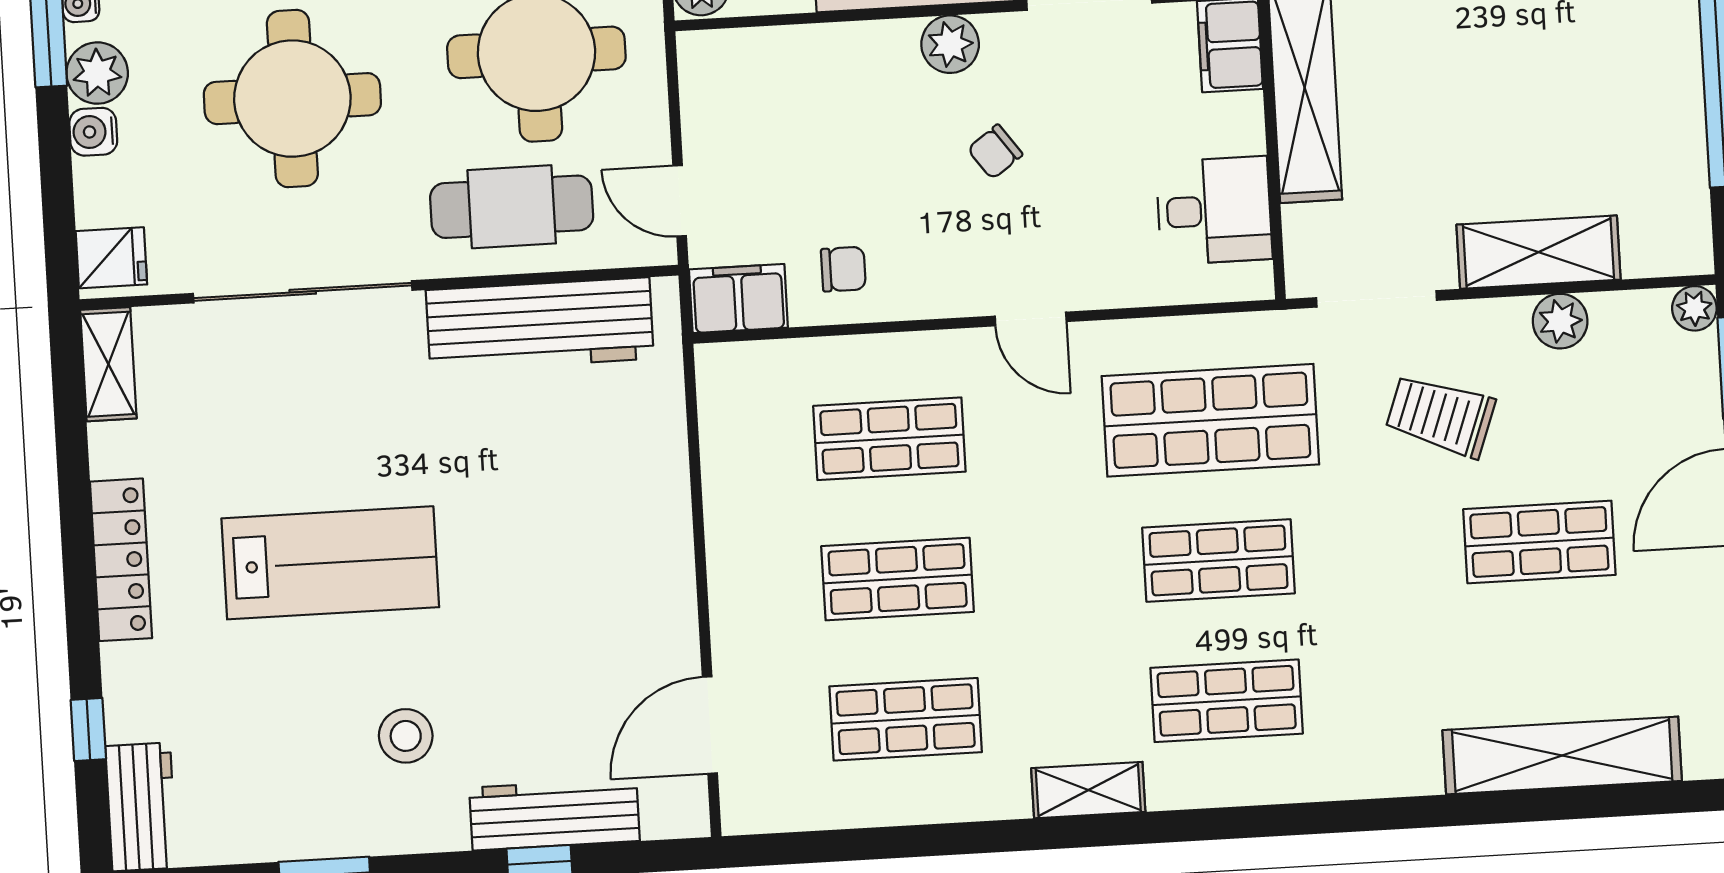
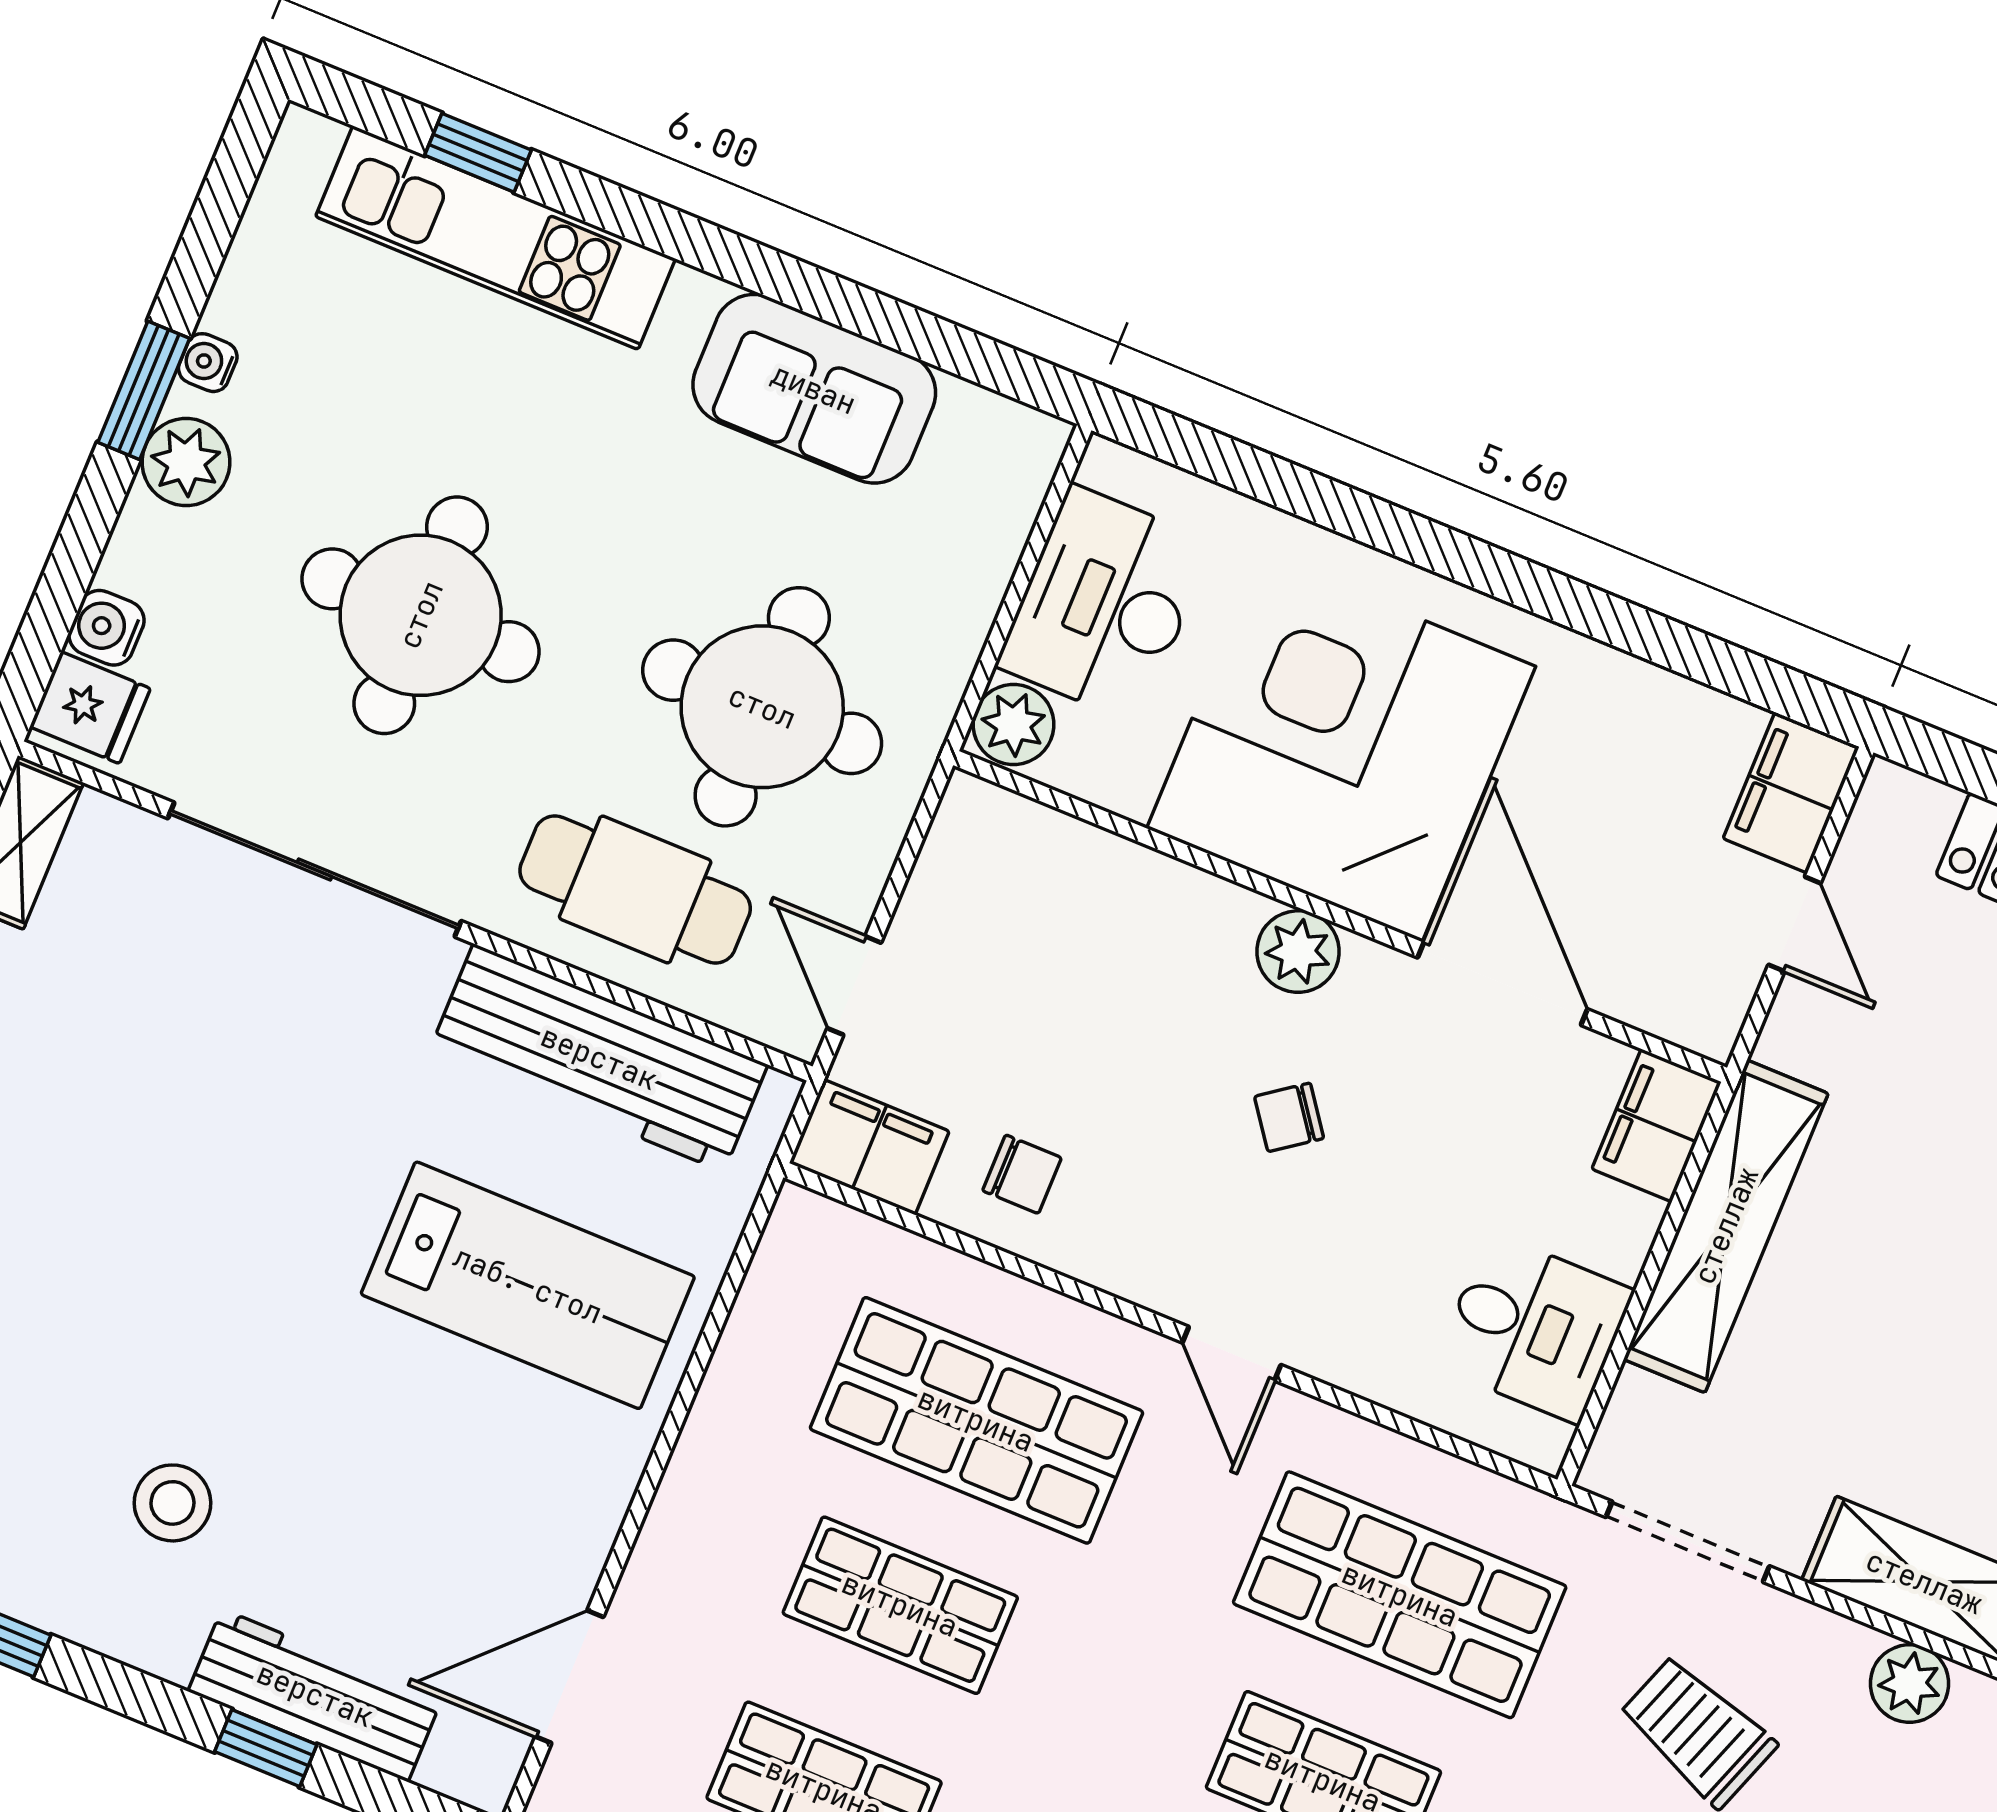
water cooler: (93, 132) -> (106, 628), moved
shop shelf: (889, 439) -> (976, 1420), width x1.43, depth x1.36
lab bench: (330, 563) -> (528, 1285), moved

